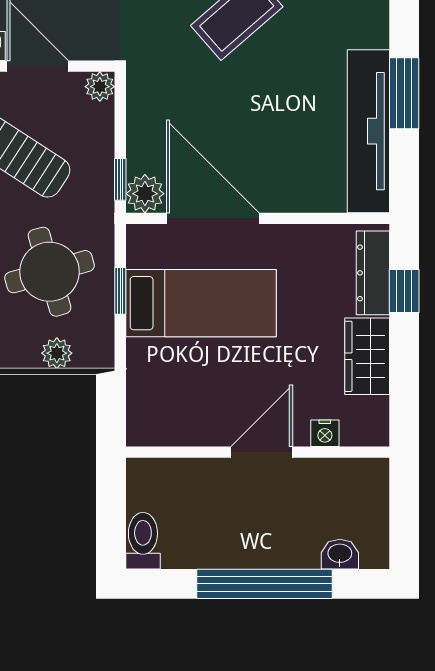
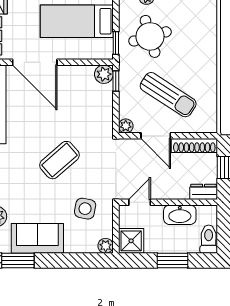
door: (213, 218) -> (35, 62), moved
window: (120, 291) -> (116, 43), moved

